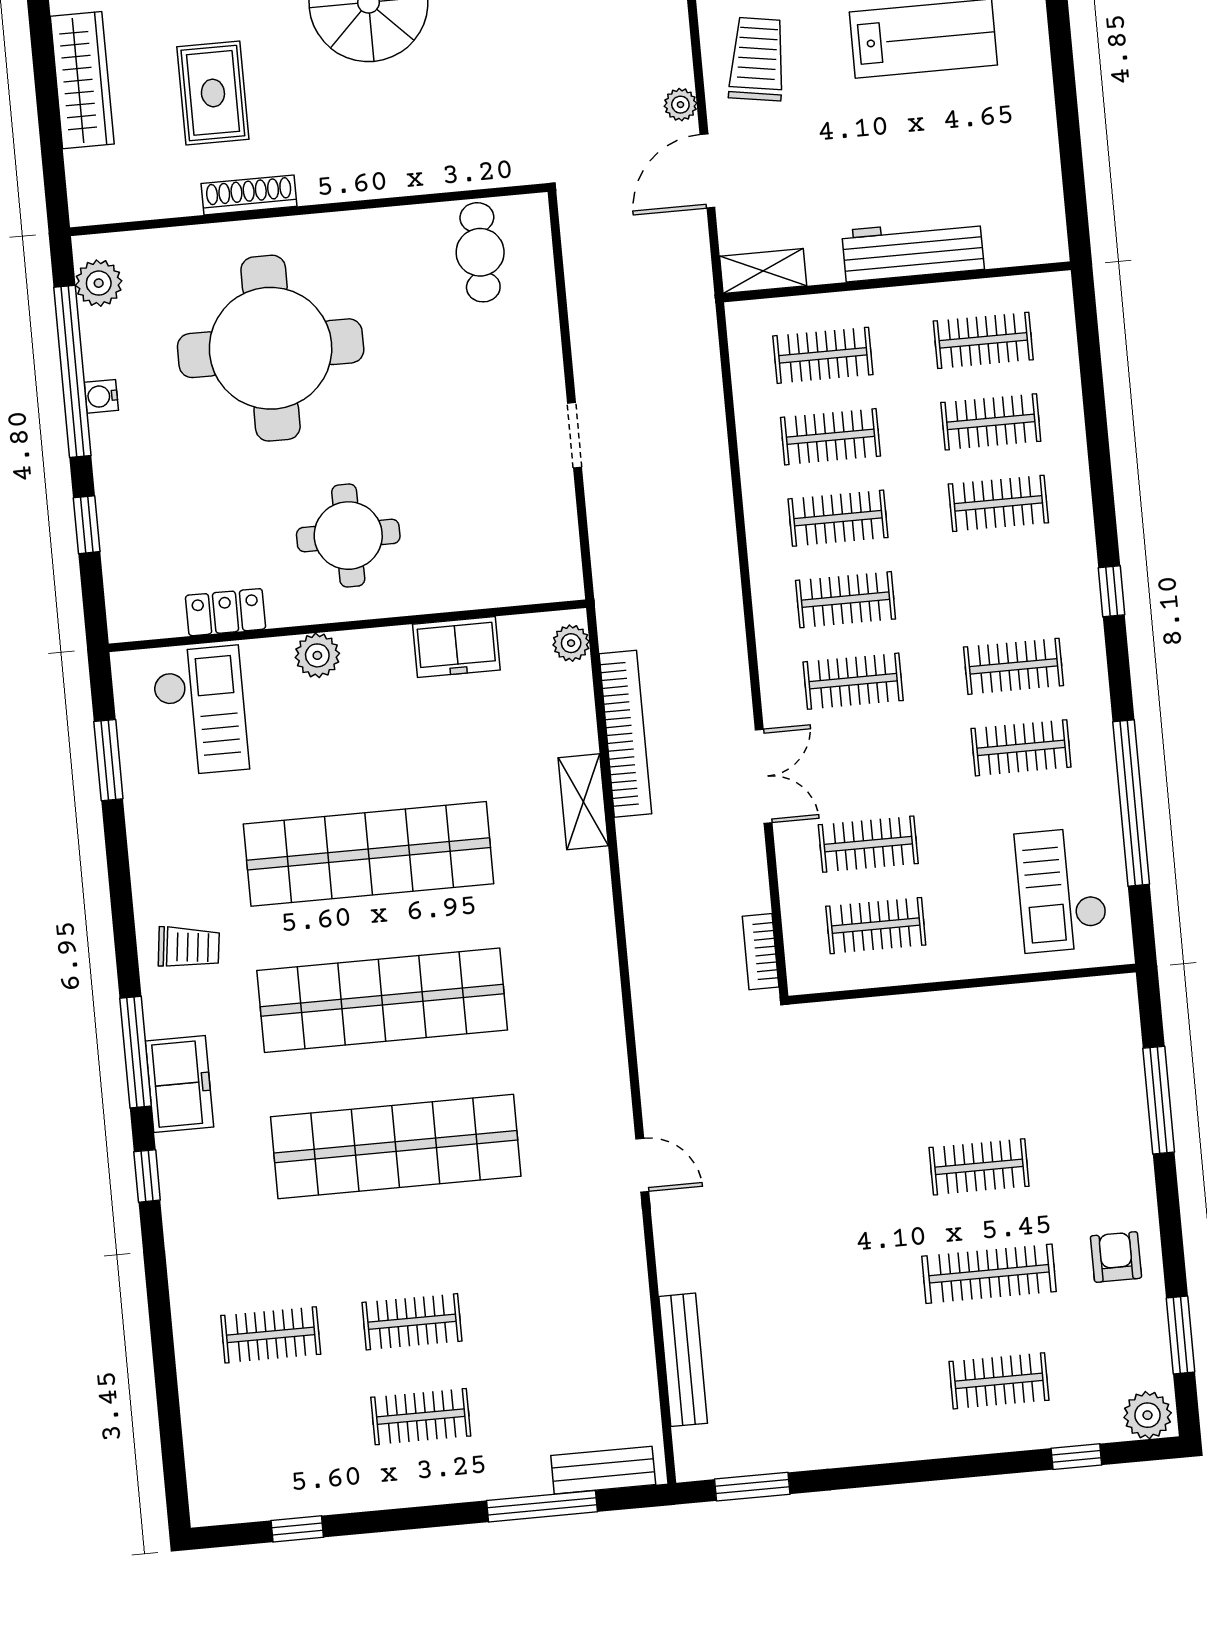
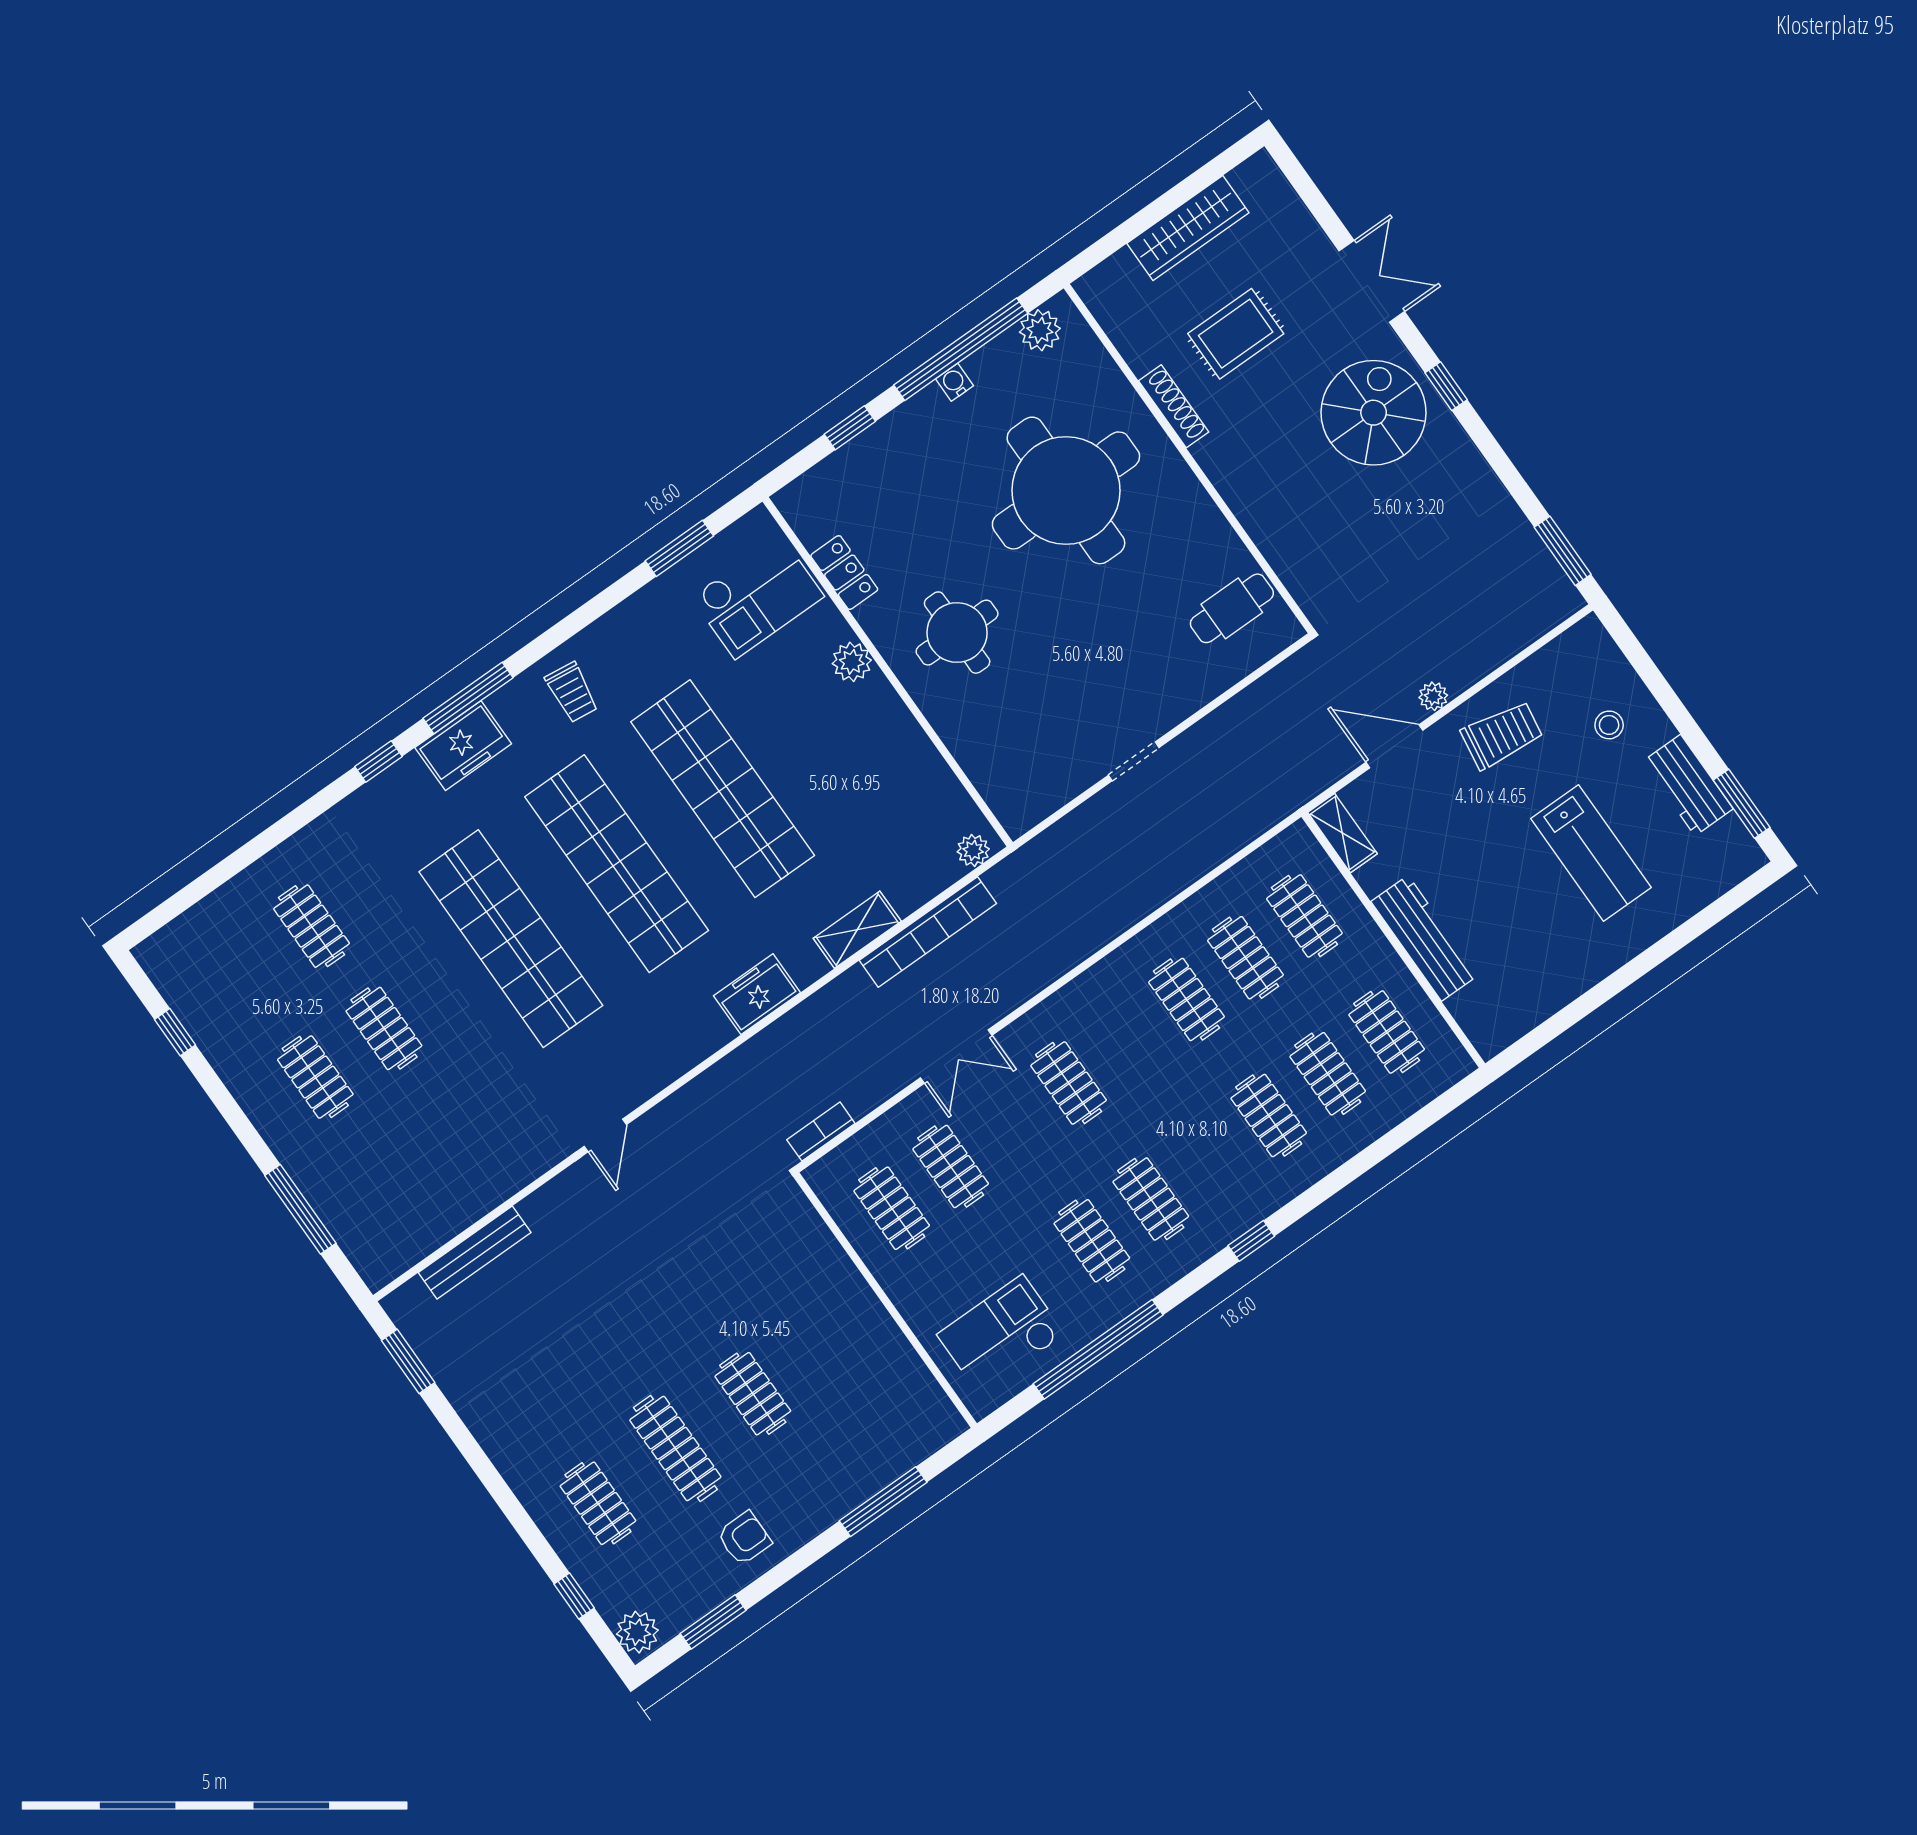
clothes rail: (846, 600) -> (1128, 1041), removed
freezer: (456, 647) -> (757, 994), moved, turned 90
bench: (603, 1470) -> (355, 1240), removed

